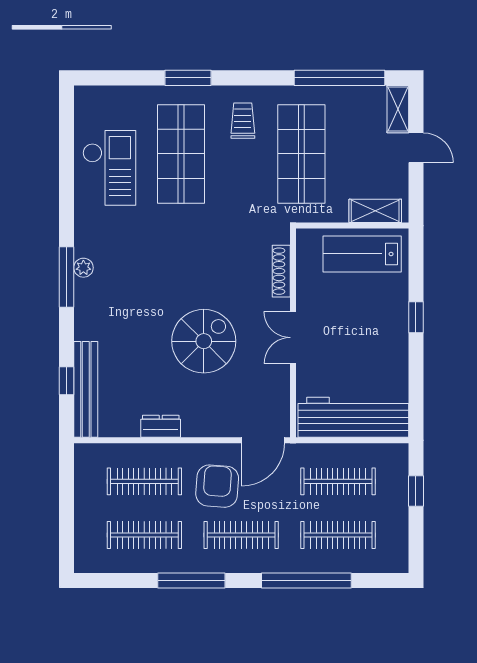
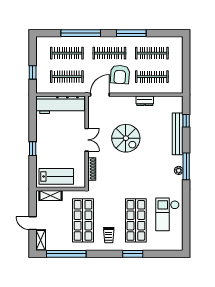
spiral stairs: (204, 341) -> (126, 138), turned -90
bench: (86, 389) -> (178, 134), moved

